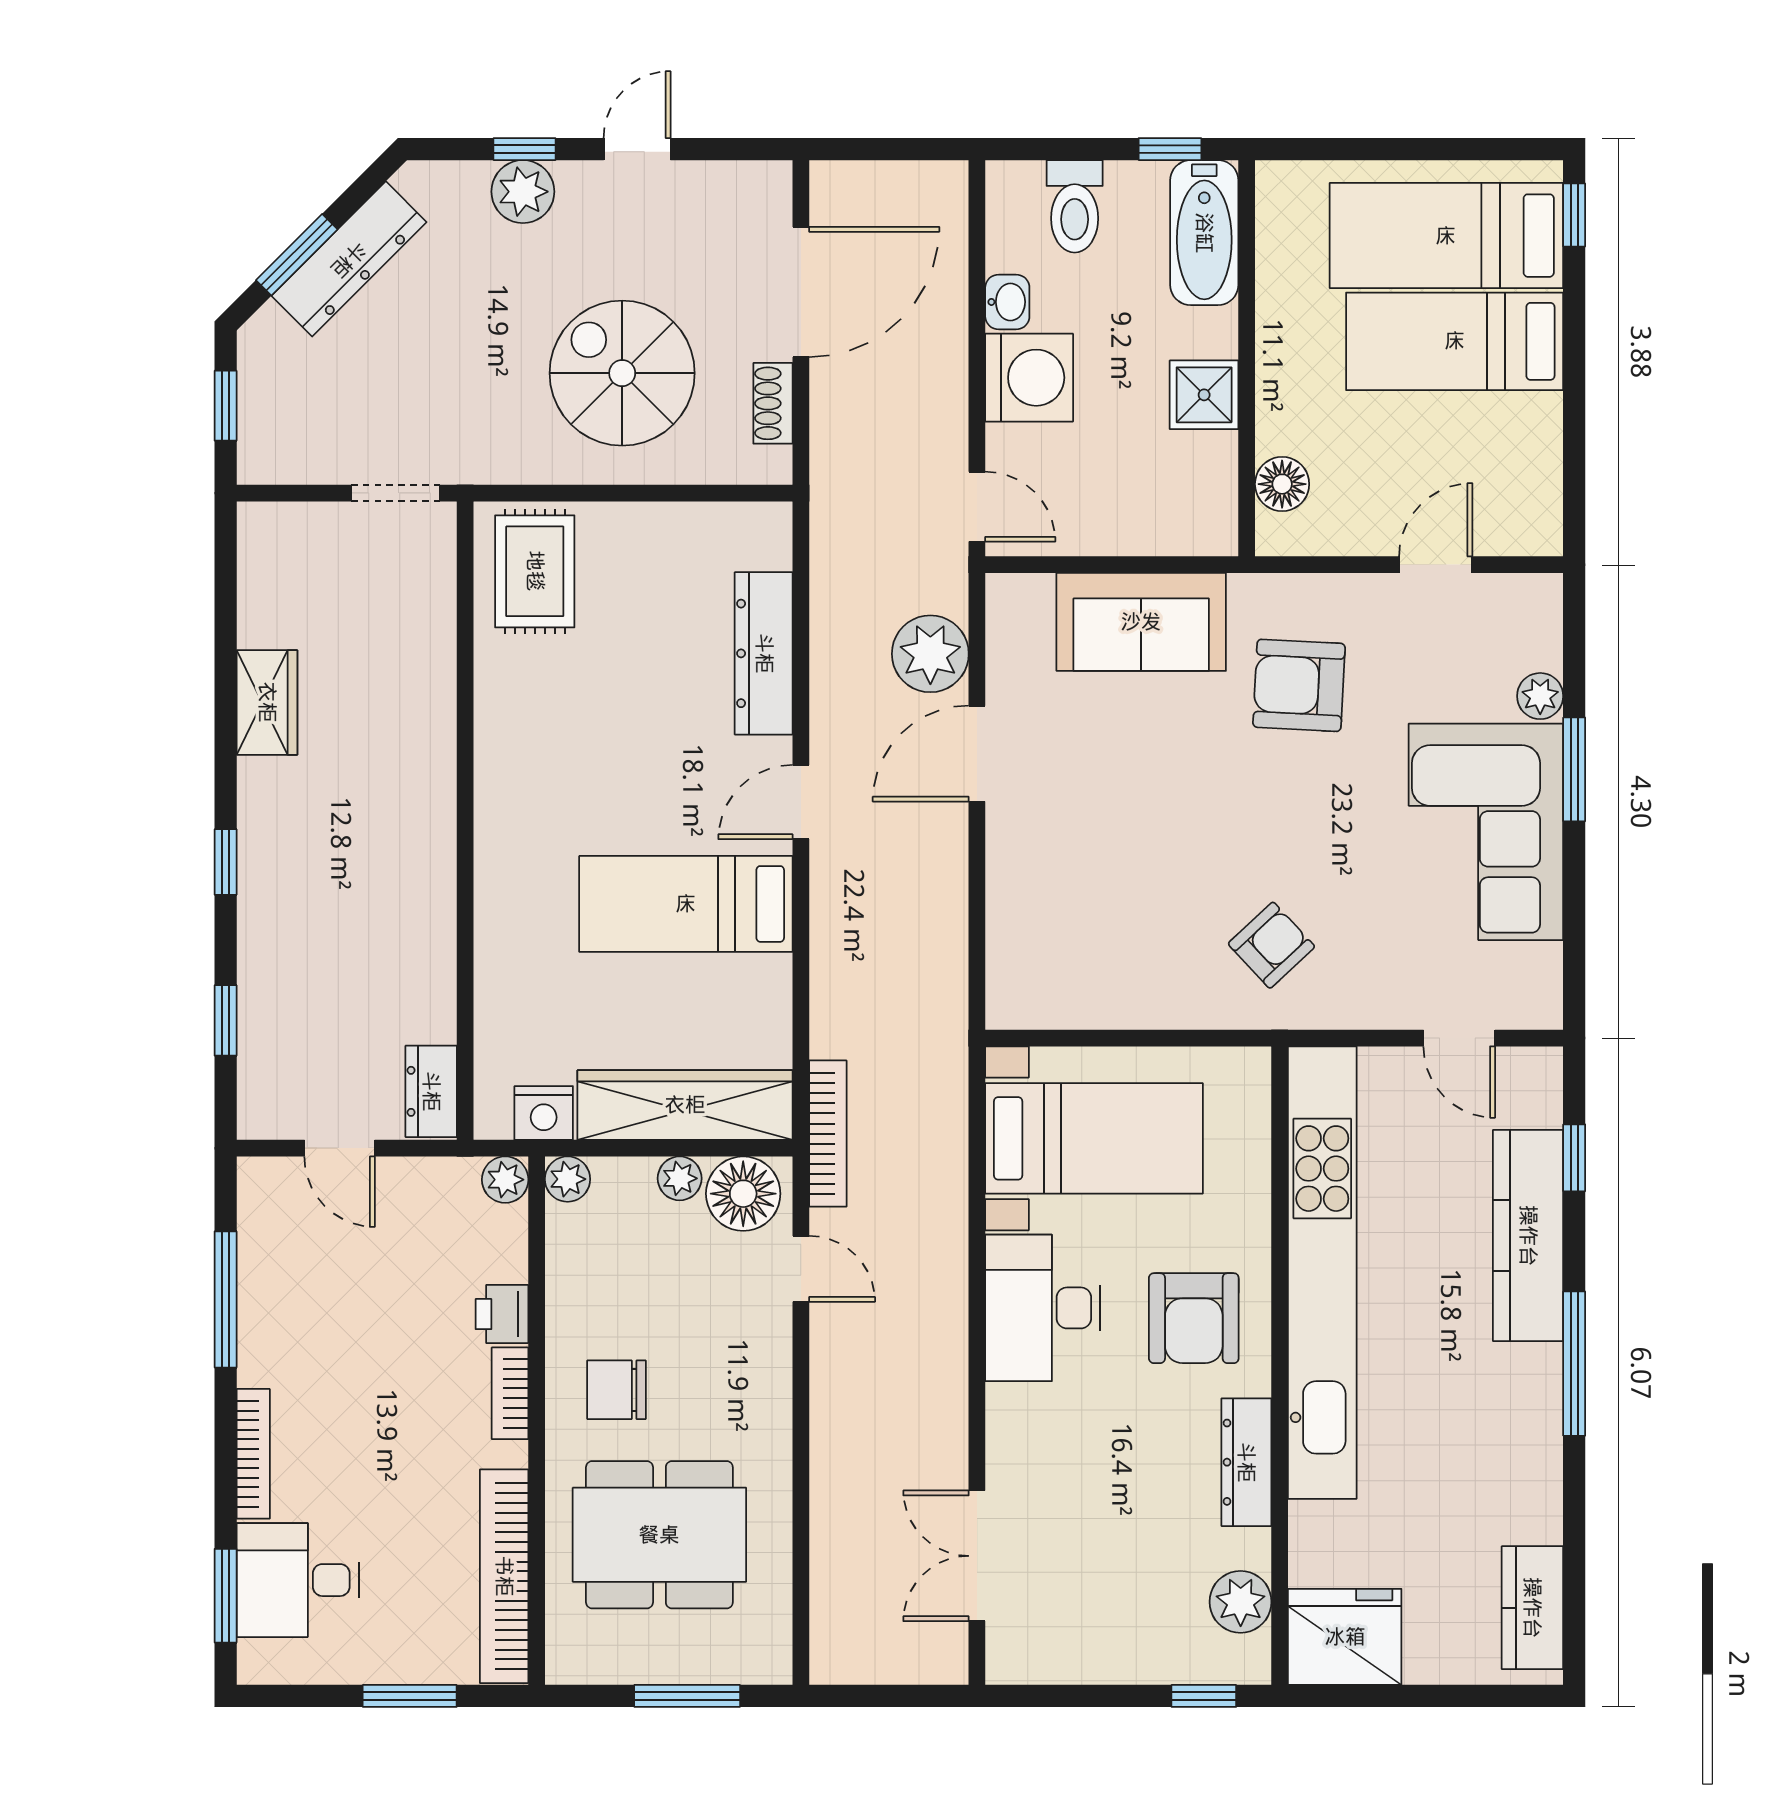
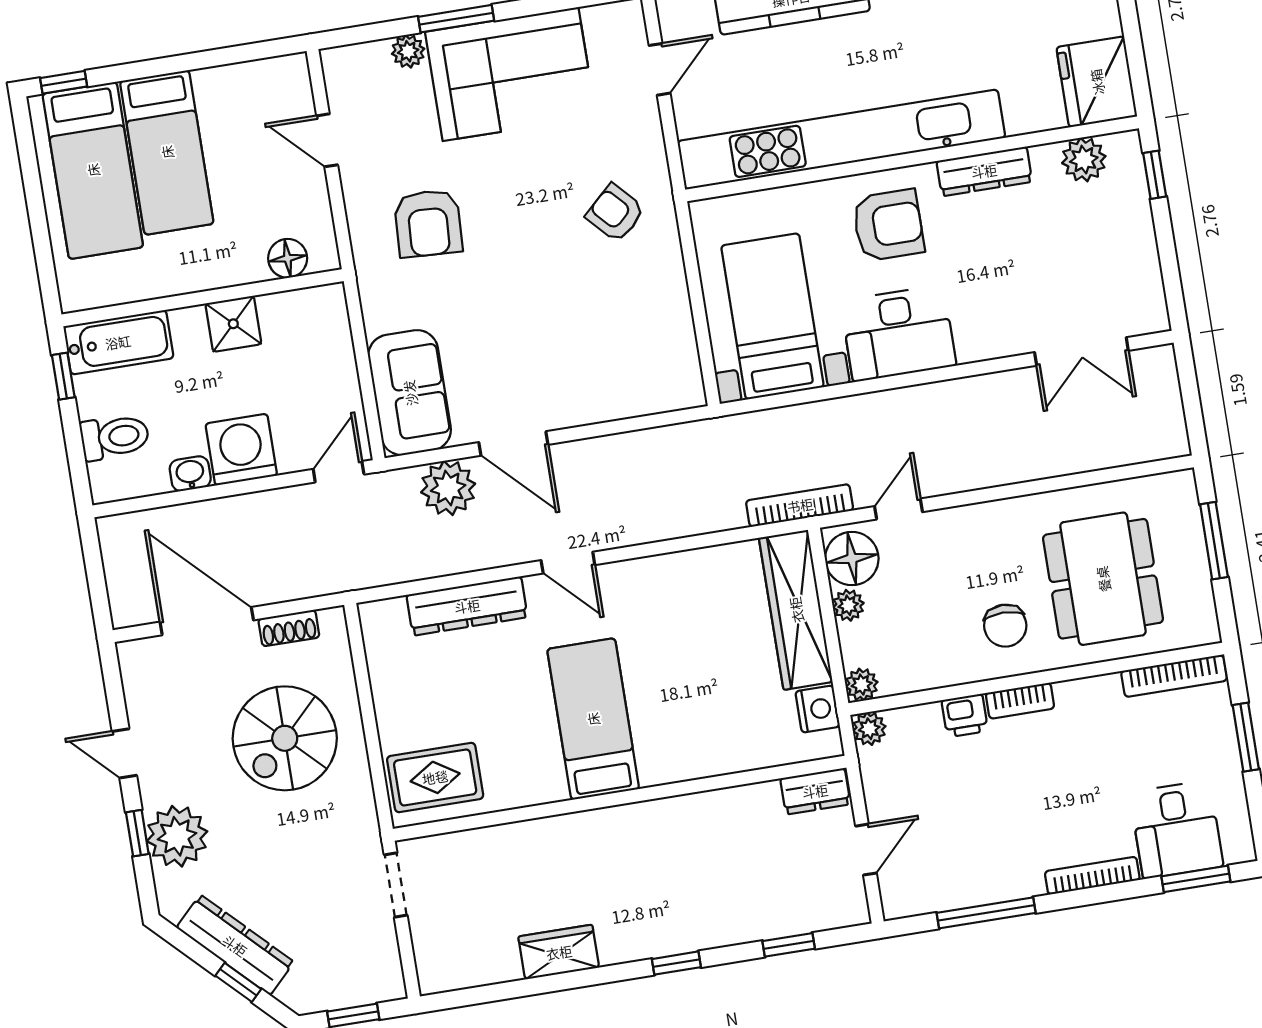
plant: (523, 192) -> (177, 836), width x1.36, depth x1.36
window: (297, 255) -> (238, 982), width x0.67
sofa: (1141, 622) -> (410, 393), moved
bed: (686, 904) -> (593, 719), moved, turned 180
bookcase: (504, 1576) -> (1174, 676), width x0.68, depth x0.76

